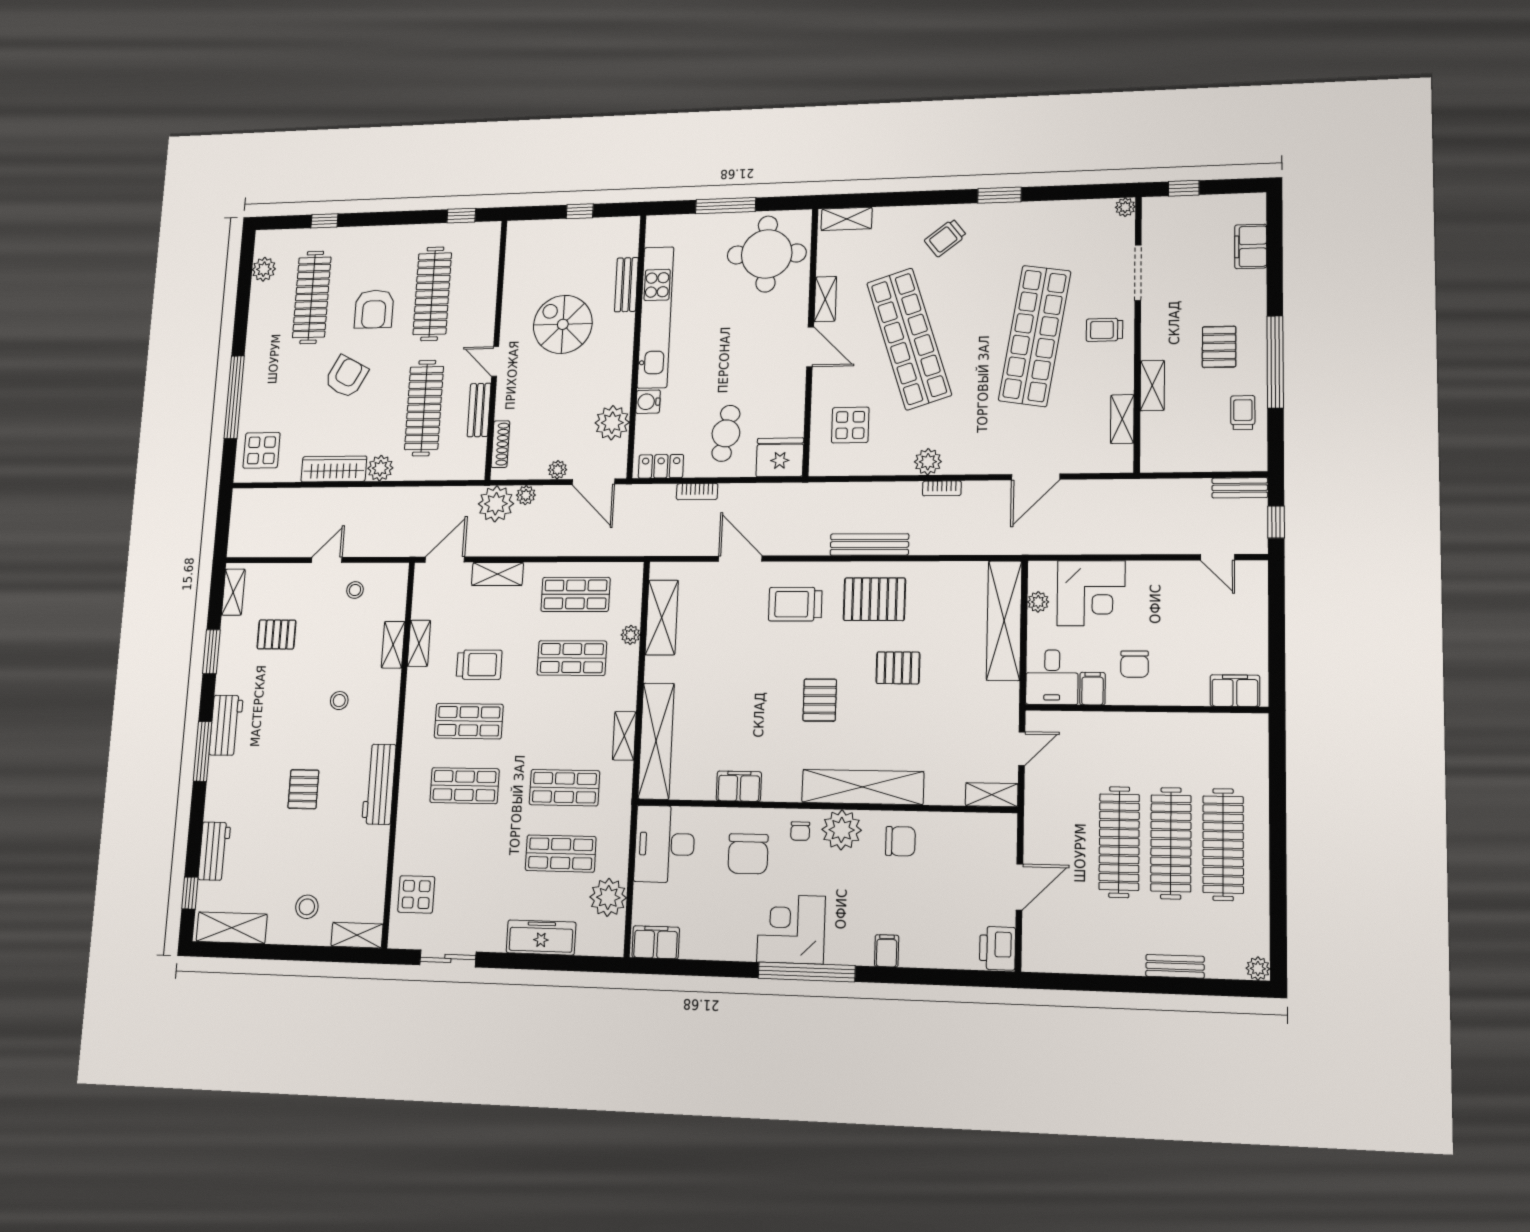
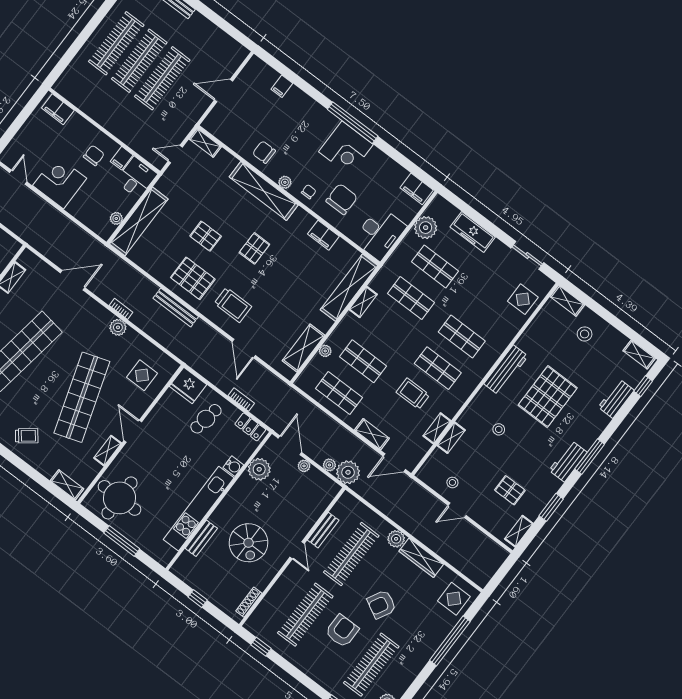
shoe rack: (500, 444) -> (249, 602), moved
corner desk: (1091, 593) -> (60, 182), moved
pallet: (303, 789) -> (548, 397), width x2.05, depth x2.00
plant: (842, 830) -> (285, 182), width x0.53, depth x0.53
shelving: (232, 928) -> (639, 355), width x0.67, depth x0.75
printer: (997, 948) -> (254, 70), removed
filing cabinet: (887, 951) -> (282, 86), moved

